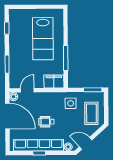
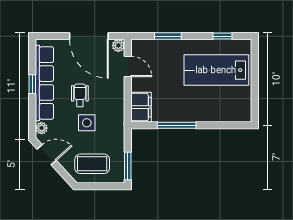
lab bench: (43, 39) -> (216, 70), moved
side table: (71, 103) -> (87, 123), moved
door: (7, 116) -> (89, 36), hinge flipped
door: (86, 143) -> (47, 155), hinge flipped

